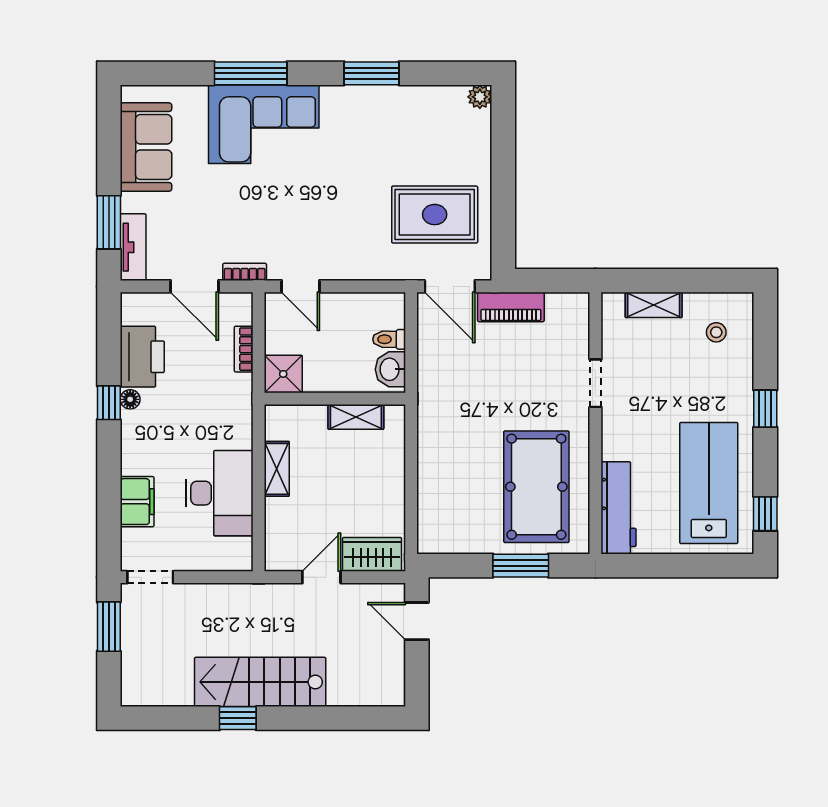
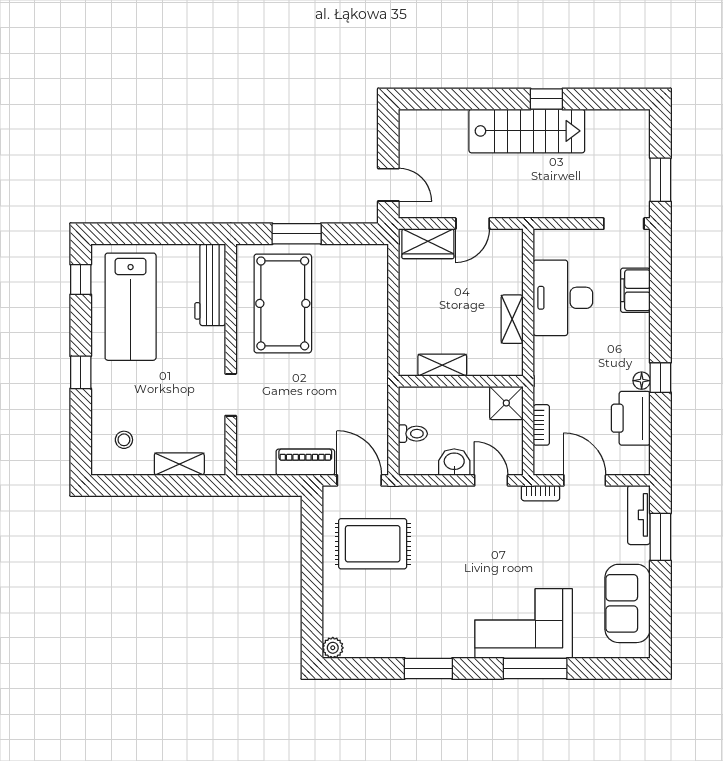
washbasin: (390, 369) -> (454, 462), moved, turned -90

